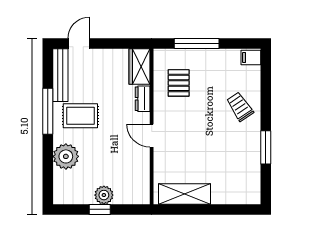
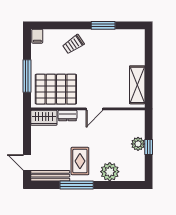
pallet: (179, 83) -> (56, 89), width x2.05, depth x2.00

